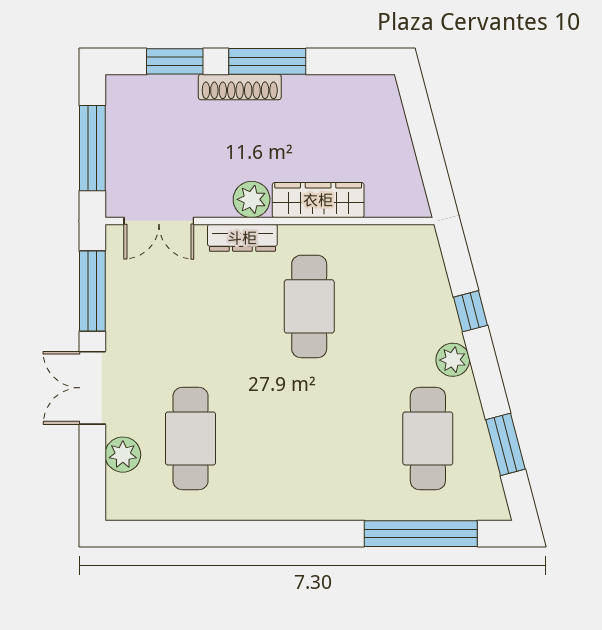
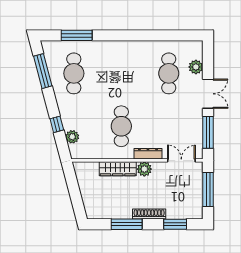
window: (267, 61) -> (127, 224), moved
plant: (453, 360) -> (72, 137), moved
window: (506, 444) -> (43, 71), width x1.44
window: (421, 534) -> (77, 35), width x0.68

